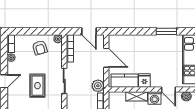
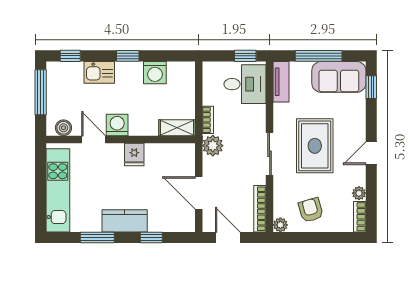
window: (134, 31) -> (151, 238), added
kitchen counter: (125, 81) -> (125, 221), moved, turned 180
rug: (37, 86) -> (315, 146), width x1.36, depth x1.43
shelving: (137, 96) -> (177, 128), moved

